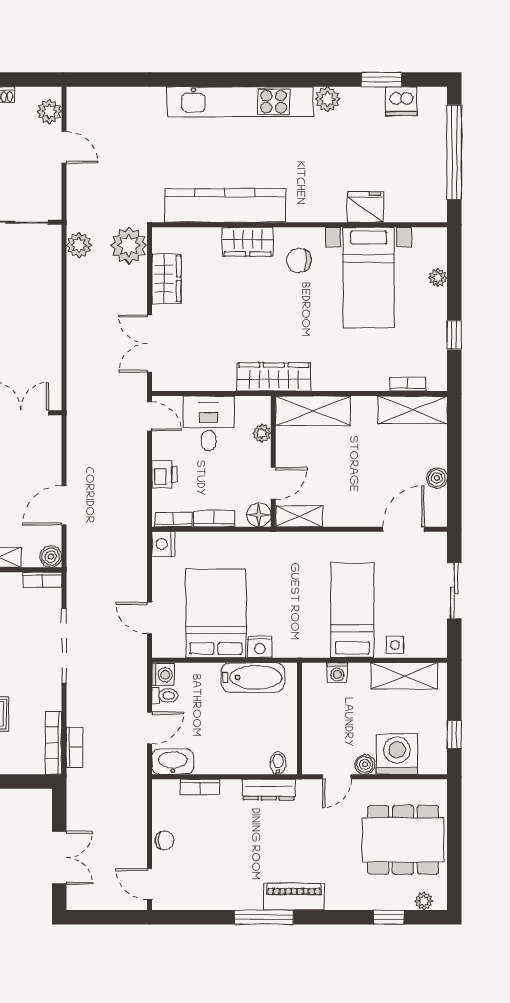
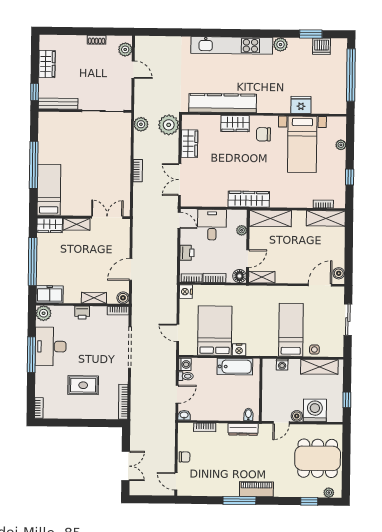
boiler: (437, 478) -> (339, 273), moved
bookcase: (74, 747) -> (138, 171), moved
washbasin: (173, 762) -> (184, 415), width x0.52, depth x0.69

